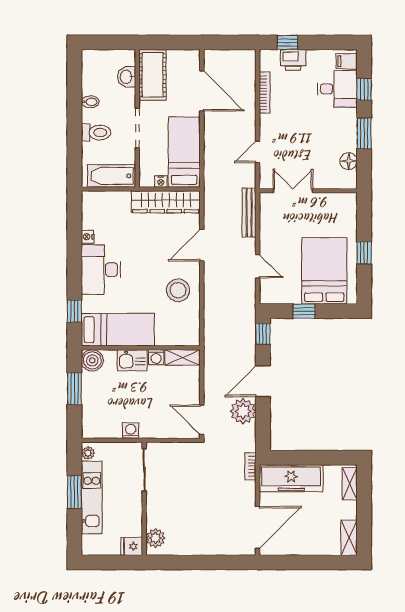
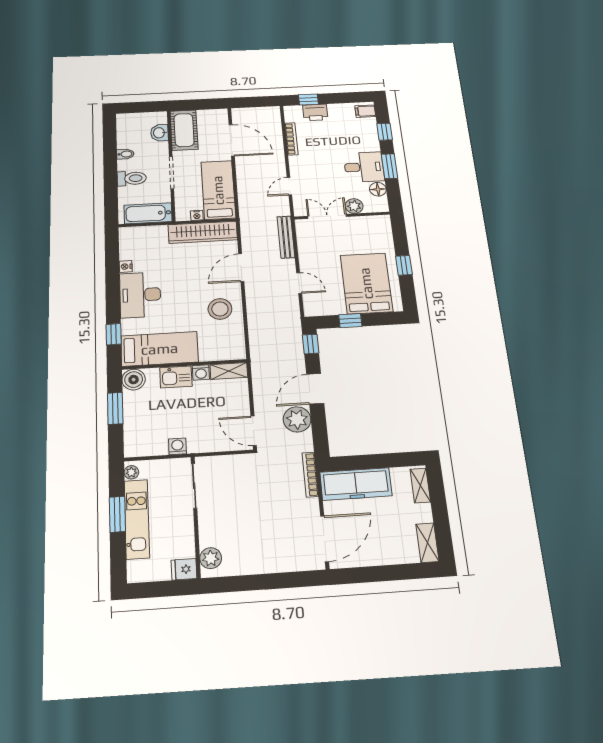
desk: (337, 89) -> (364, 167), moved
plant: (322, 180) -> (354, 206), added
bookcase: (250, 466) -> (310, 475), width x1.56

